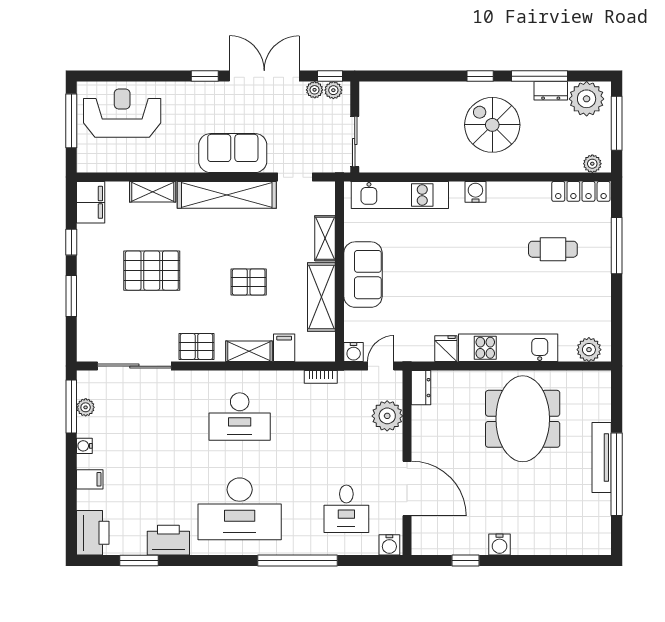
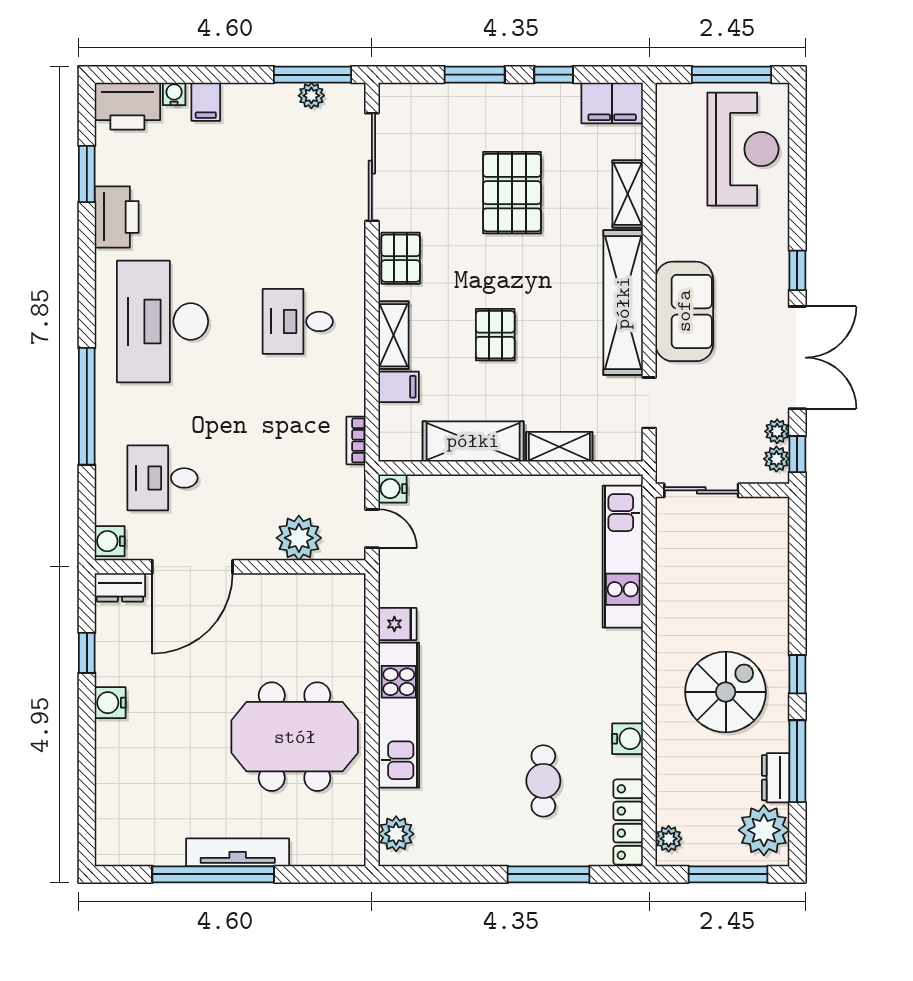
water cooler: (475, 192) -> (627, 739), moved
sofa: (363, 275) -> (506, 502), removed
dresser: (421, 388) -> (120, 587), moved
desk: (240, 417) -> (298, 321), width x0.73
water cooler: (84, 446) -> (174, 94), moved

